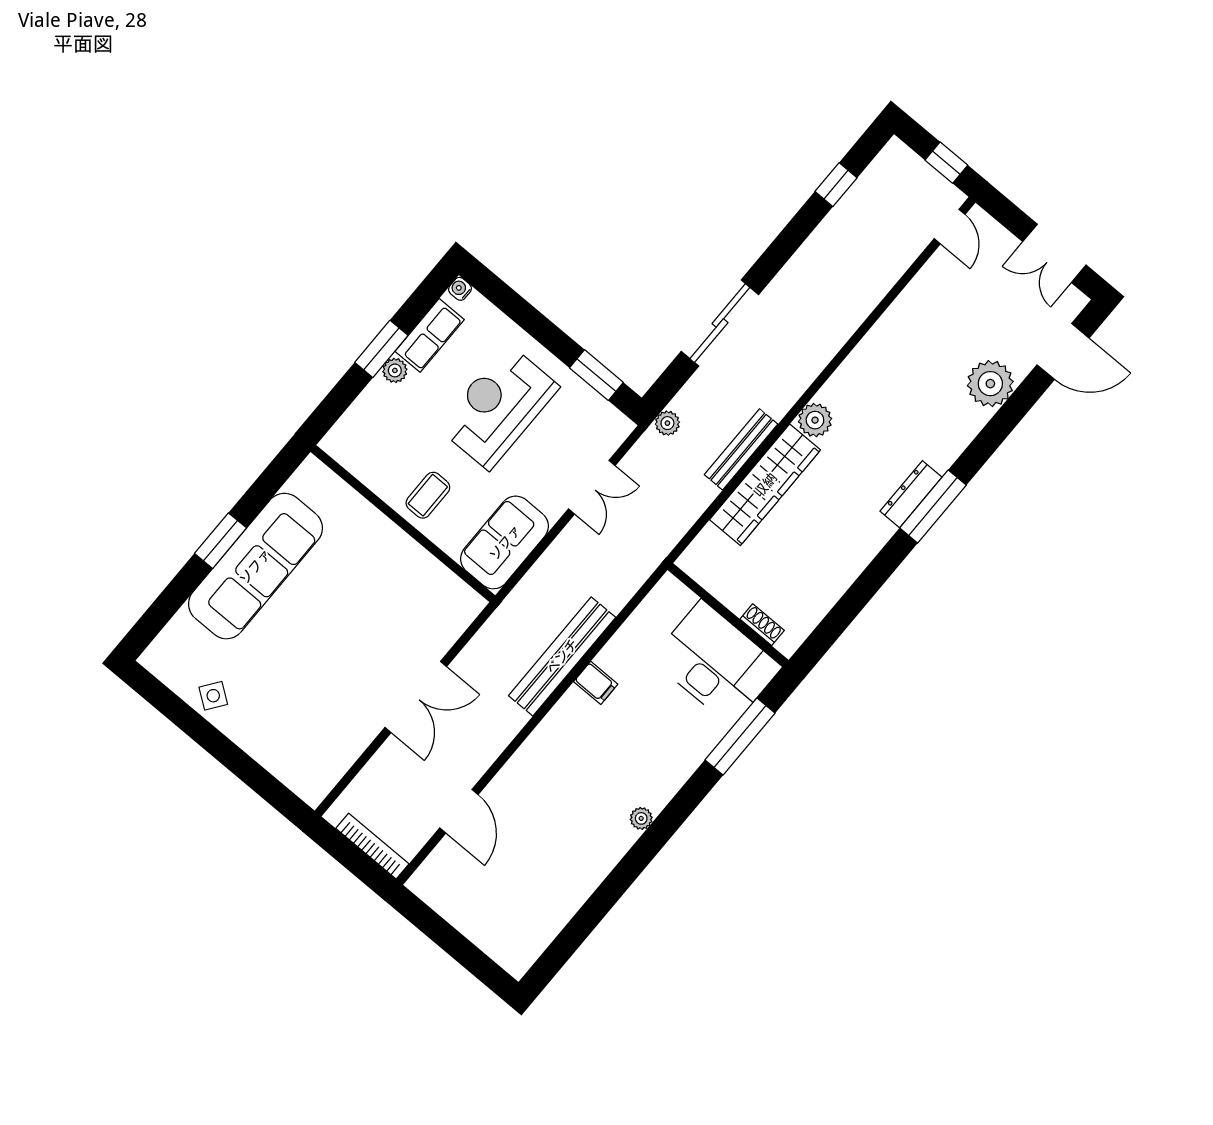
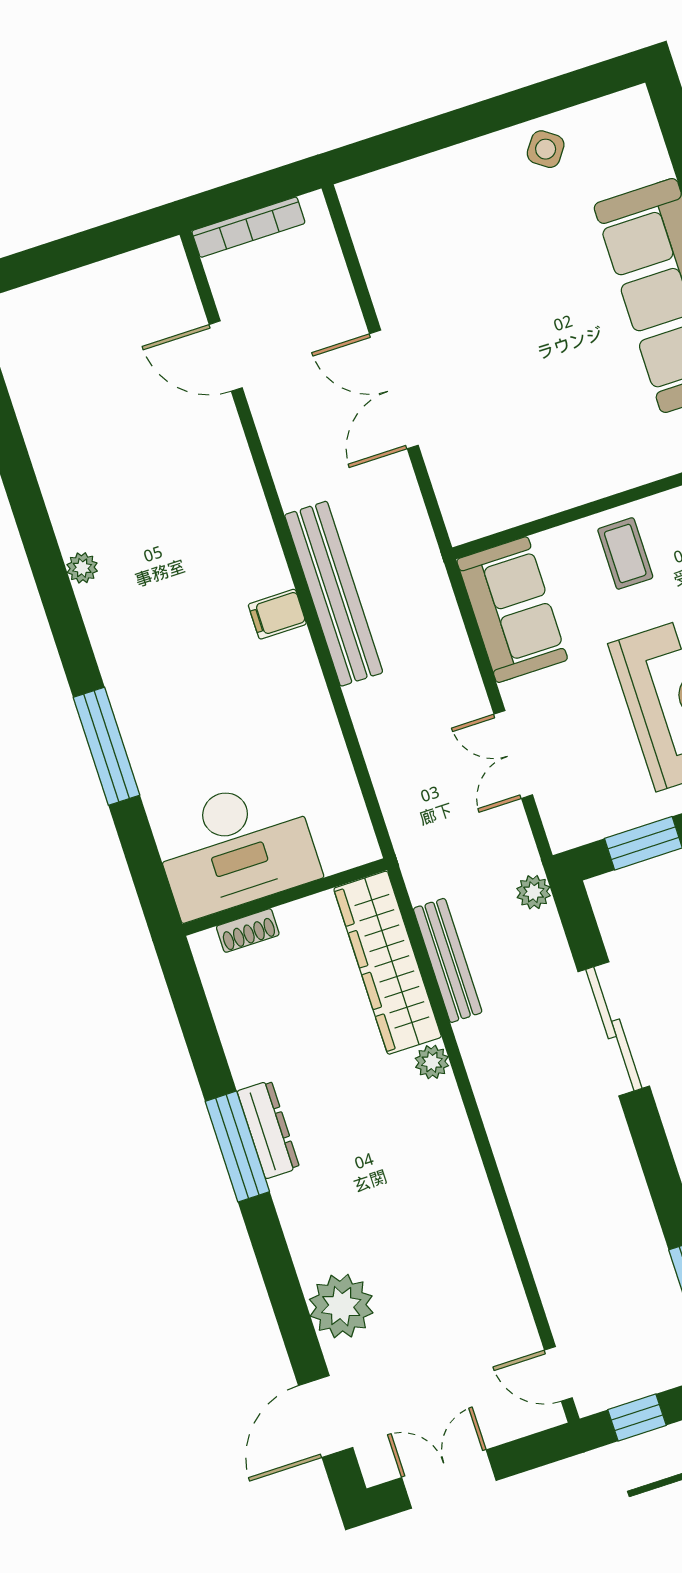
plant: (815, 420) -> (432, 1062), width x0.73, depth x0.73
wall: (728, 615) -> (285, 897), moved
shoe rack: (762, 625) -> (248, 931), moved
desk: (716, 663) -> (236, 848), moved

